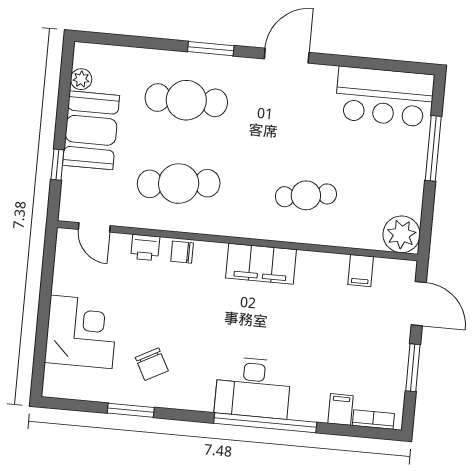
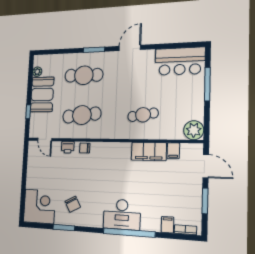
filing cabinet: (261, 264) -> (149, 151), moved
corner desk: (81, 332) -> (39, 206), moved

